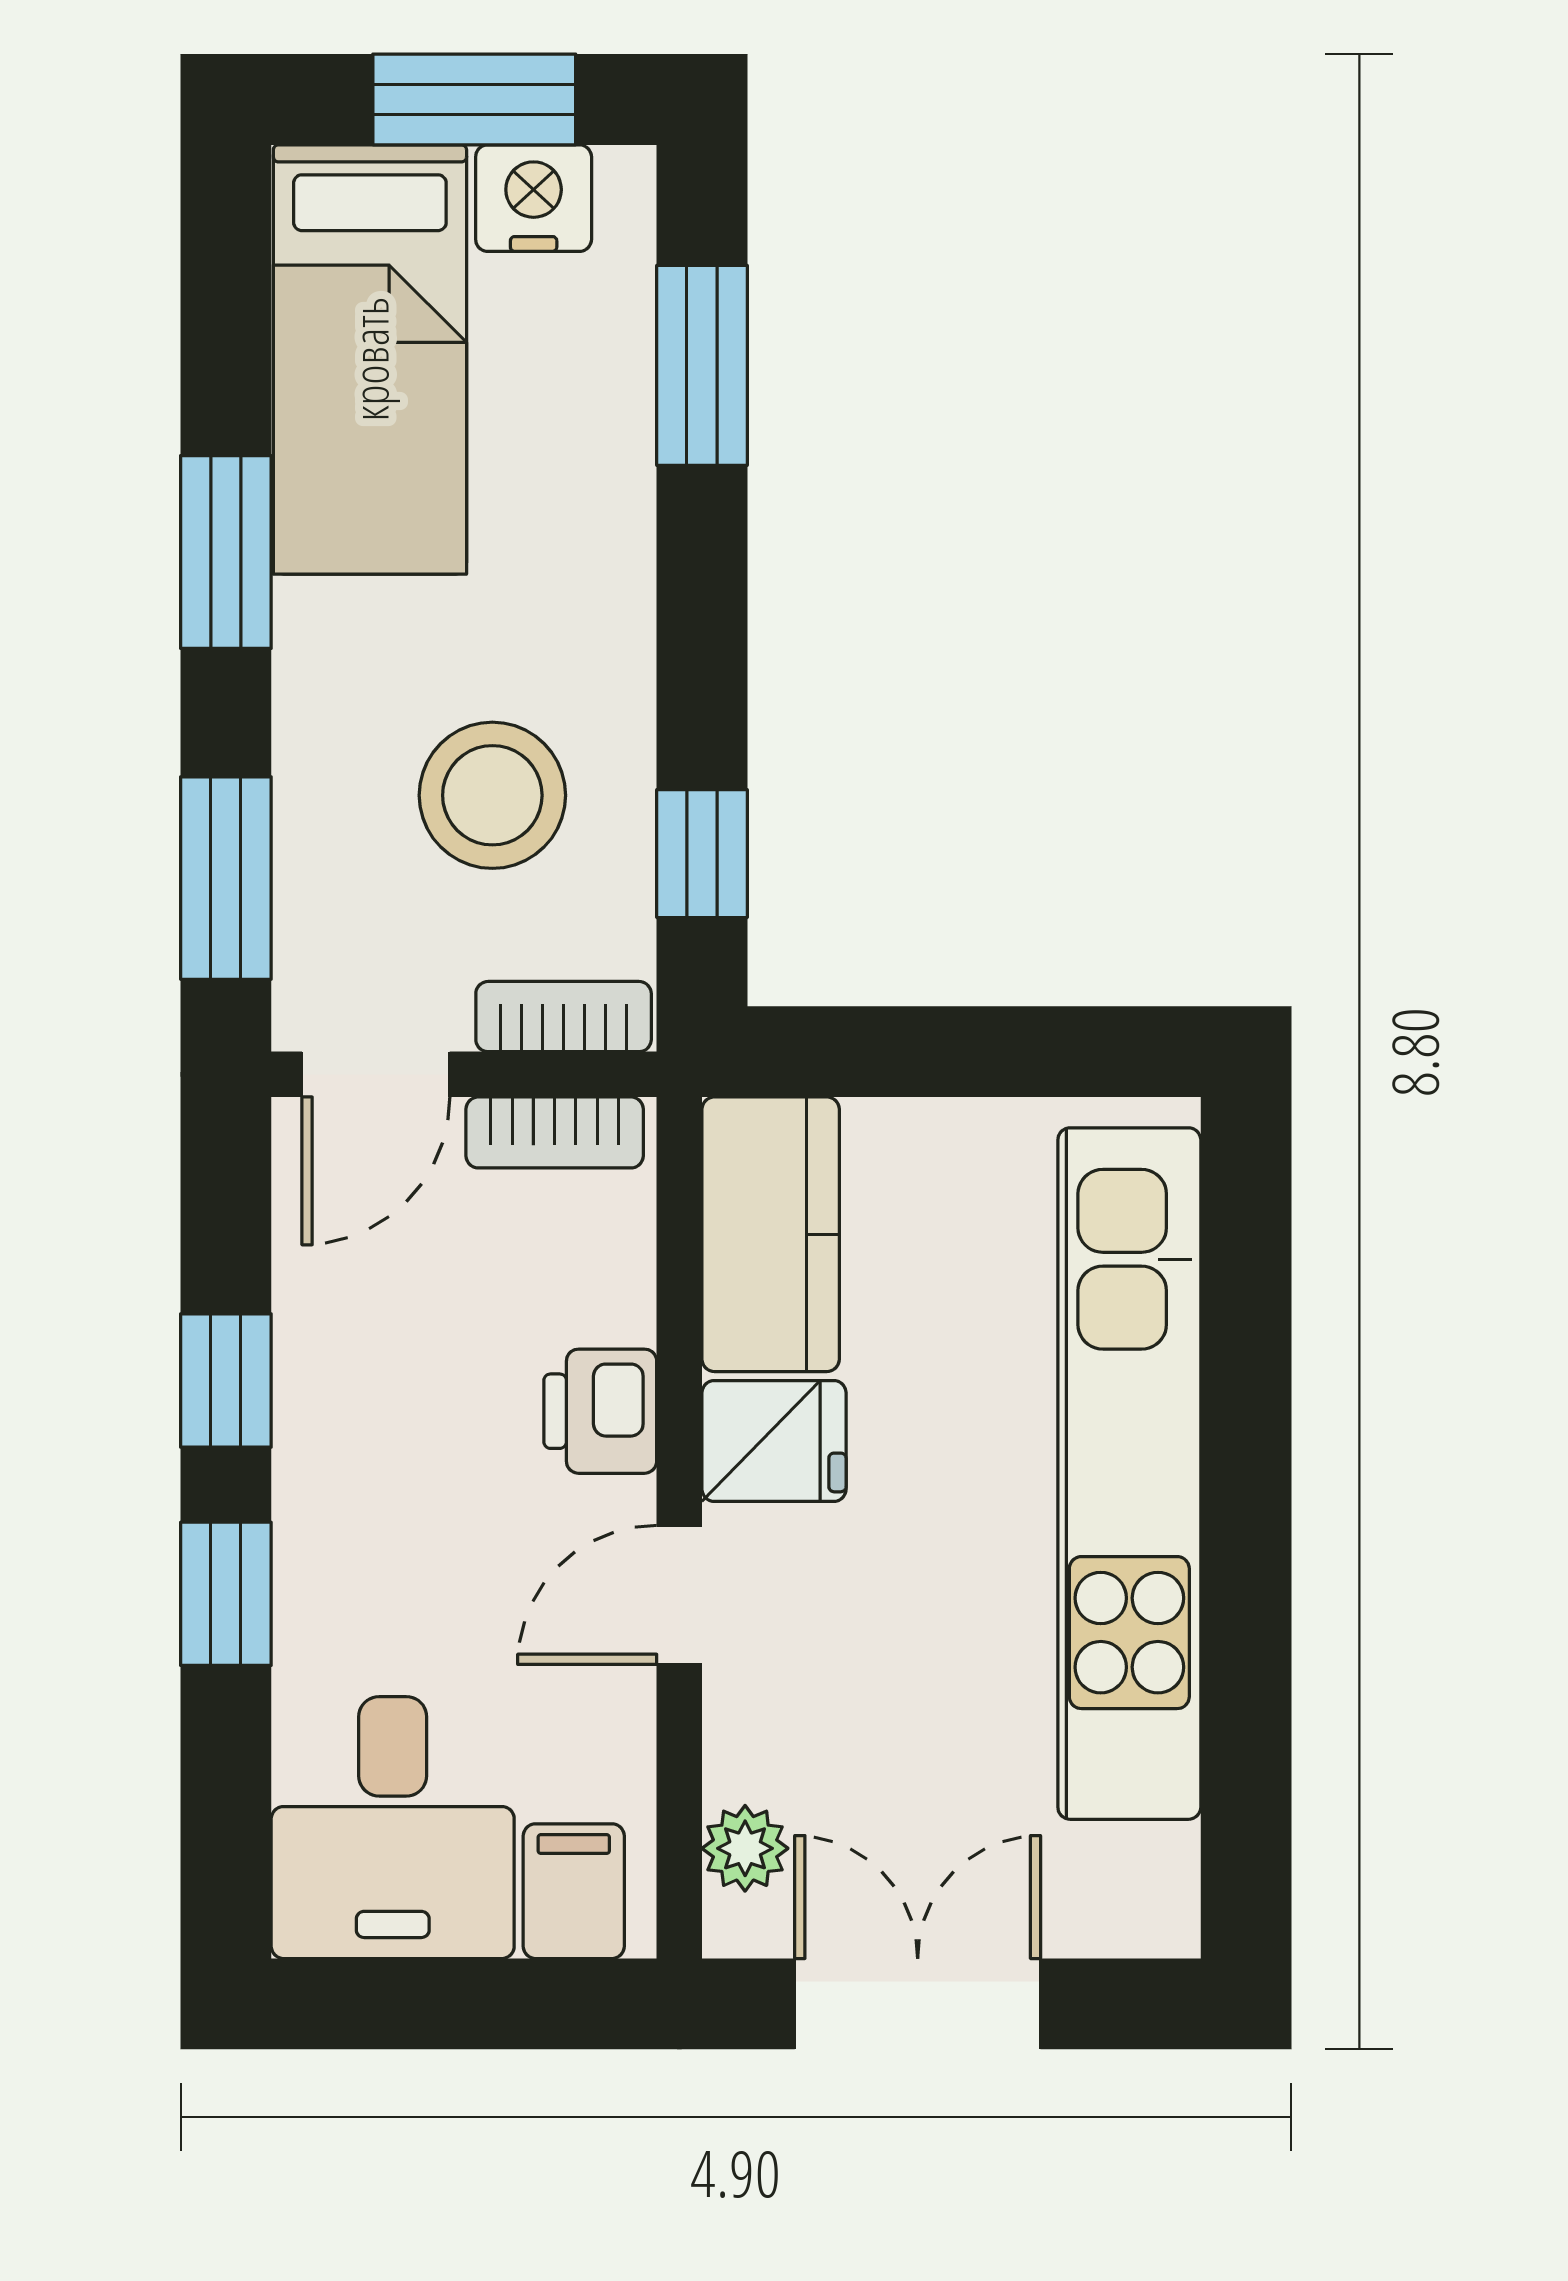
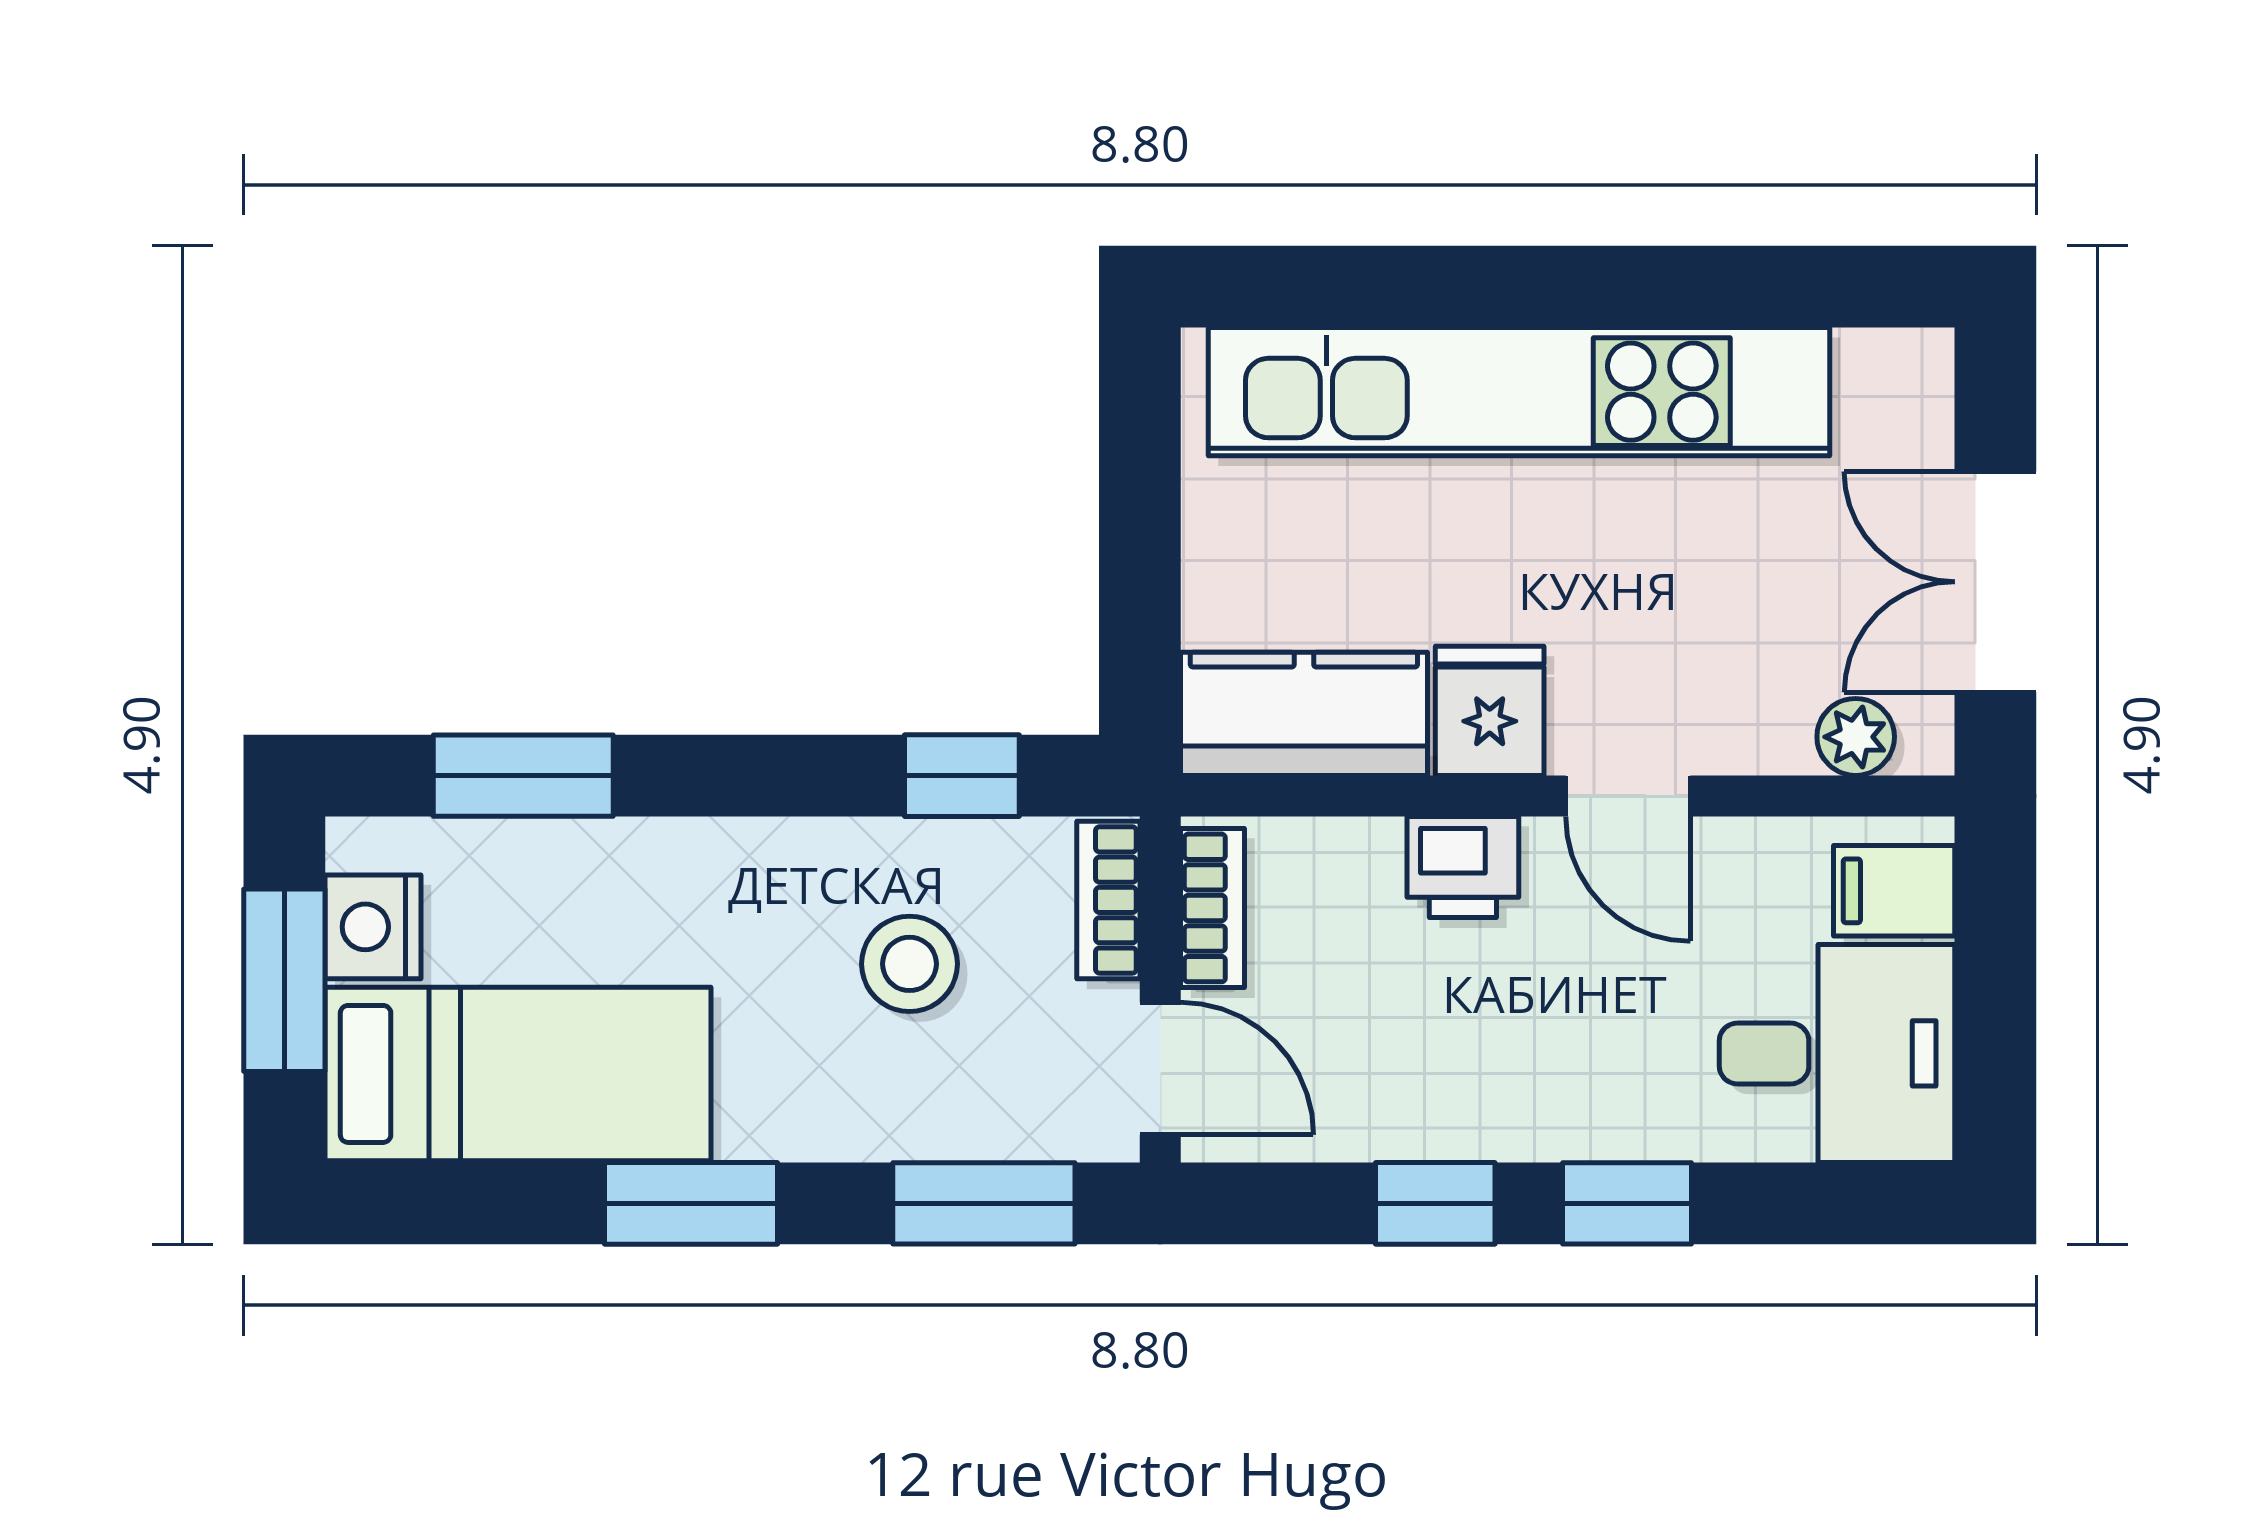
stool: (492, 795) -> (910, 964), width x0.73, depth x0.73

